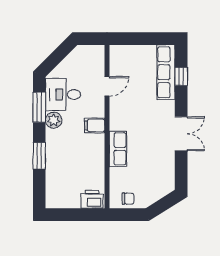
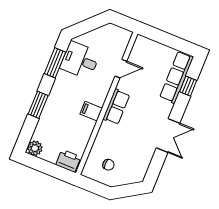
plant: (54, 120) -> (35, 148), moved
filing cabinet: (95, 125) -> (91, 111), moved
row of seats: (118, 149) -> (116, 107), moved
chair: (128, 199) -> (108, 165), moved

